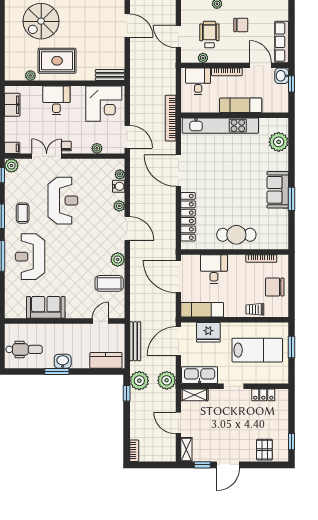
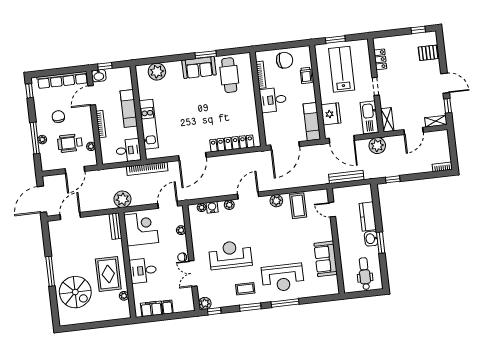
row of seats: (282, 42) -> (62, 80), width x1.36
desk: (198, 81) -> (128, 150), moved, turned 180
kitchen unit: (220, 126) -> (149, 124), width x0.73
filing cabinet: (12, 148) -> (167, 307), moved
cafe table: (236, 235) -> (229, 75), moved
desk: (214, 269) -> (273, 100), moved
chair: (275, 287) -> (285, 60), turned -94
kitchen counter: (106, 360) -> (368, 216), moved
plant: (139, 381) -> (122, 199), moved

